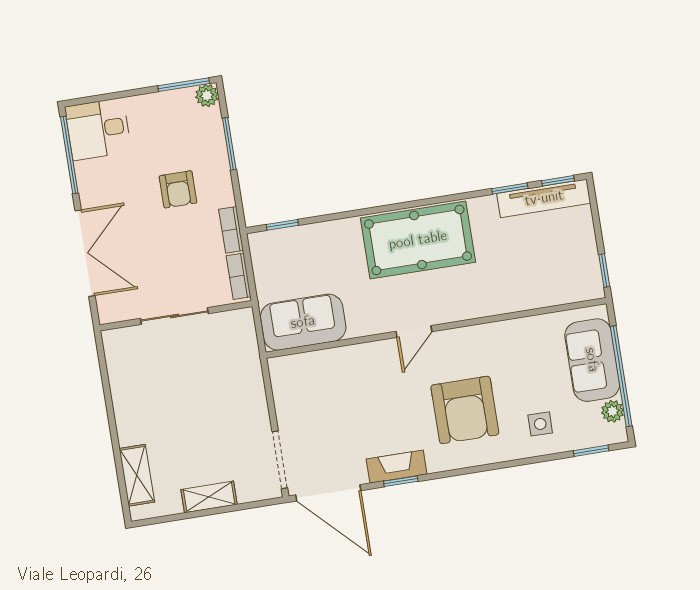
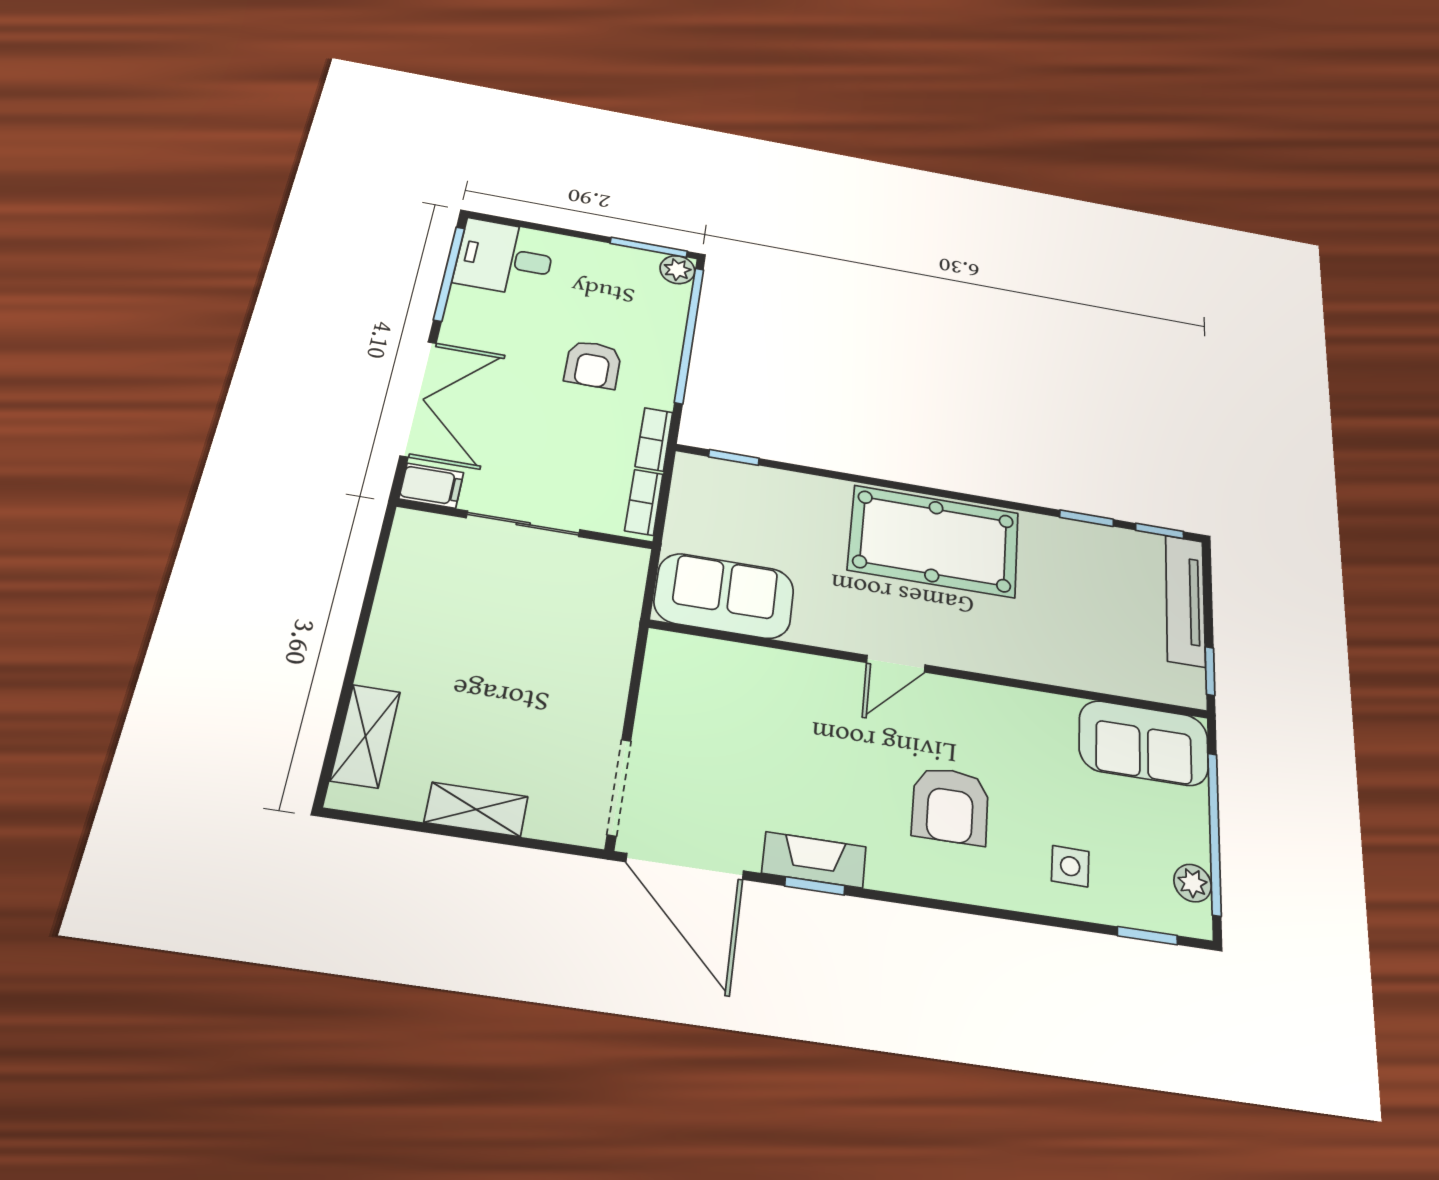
window: (229, 144) -> (689, 335), width x2.11
tv unit: (544, 198) -> (1185, 600), moved, turned 90
filing cabinet: (114, 310) -> (431, 486), added
sofa: (592, 360) -> (1144, 743), moved, turned -90
armchair: (465, 410) -> (950, 806), width x0.73, depth x0.73

